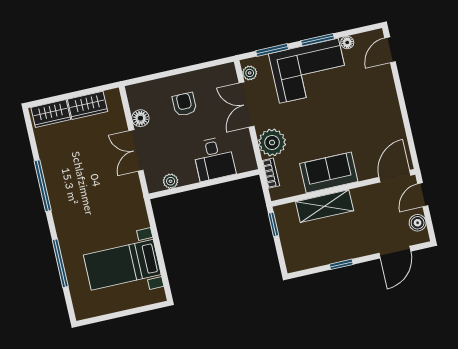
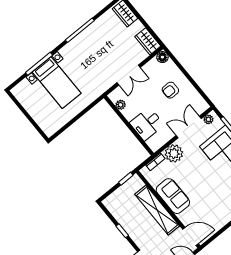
armchair: (184, 104) -> (170, 90), turned 180
wardrobe: (88, 105) -> (148, 41), moved
floor lamp: (140, 118) -> (162, 57), moved
double door: (136, 150) -> (129, 75), swing flipped
shelving: (325, 206) -> (157, 210), width x1.47
bed with nightstands: (122, 265) -> (57, 83), moved, turned 180

